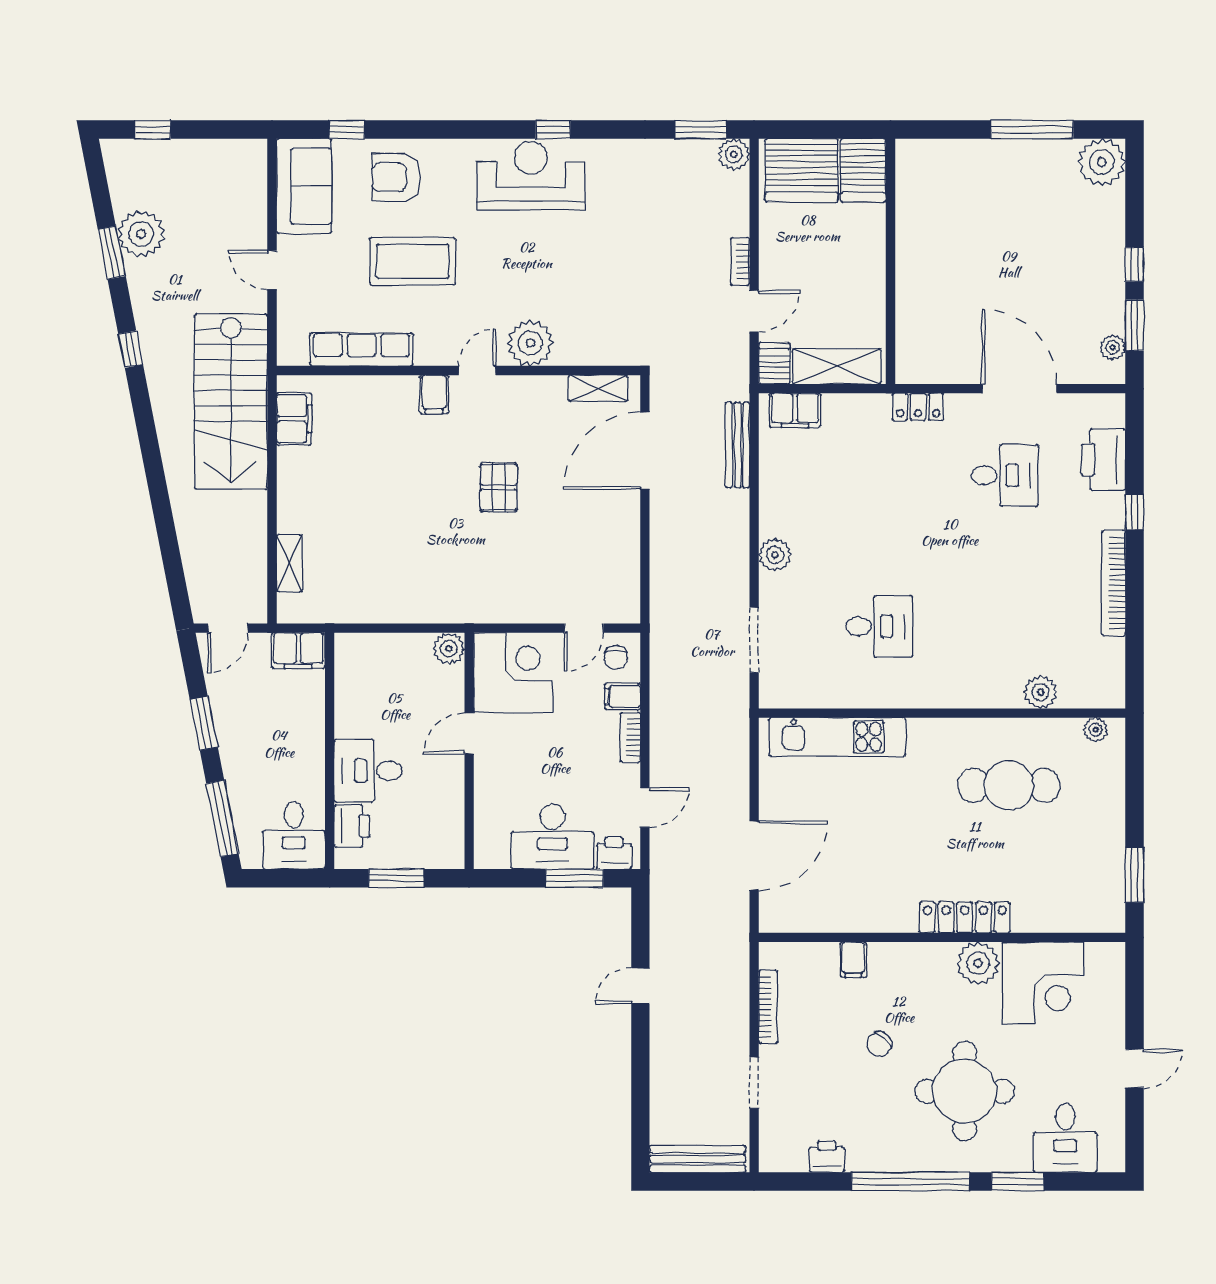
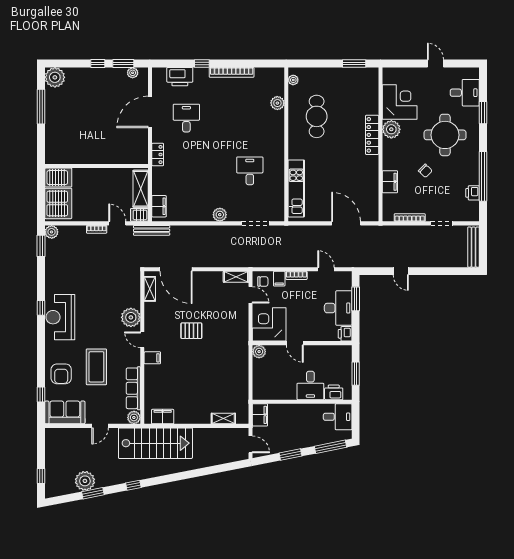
plant: (292, 350) -> (134, 417), added
bench: (738, 445) -> (152, 230), moved
shelving: (627, 594) -> (236, 277), added
printer: (614, 853) -> (345, 334), moved
filing cabinet: (853, 960) -> (390, 182), width x2.00
window: (911, 1181) -> (483, 176), moved

